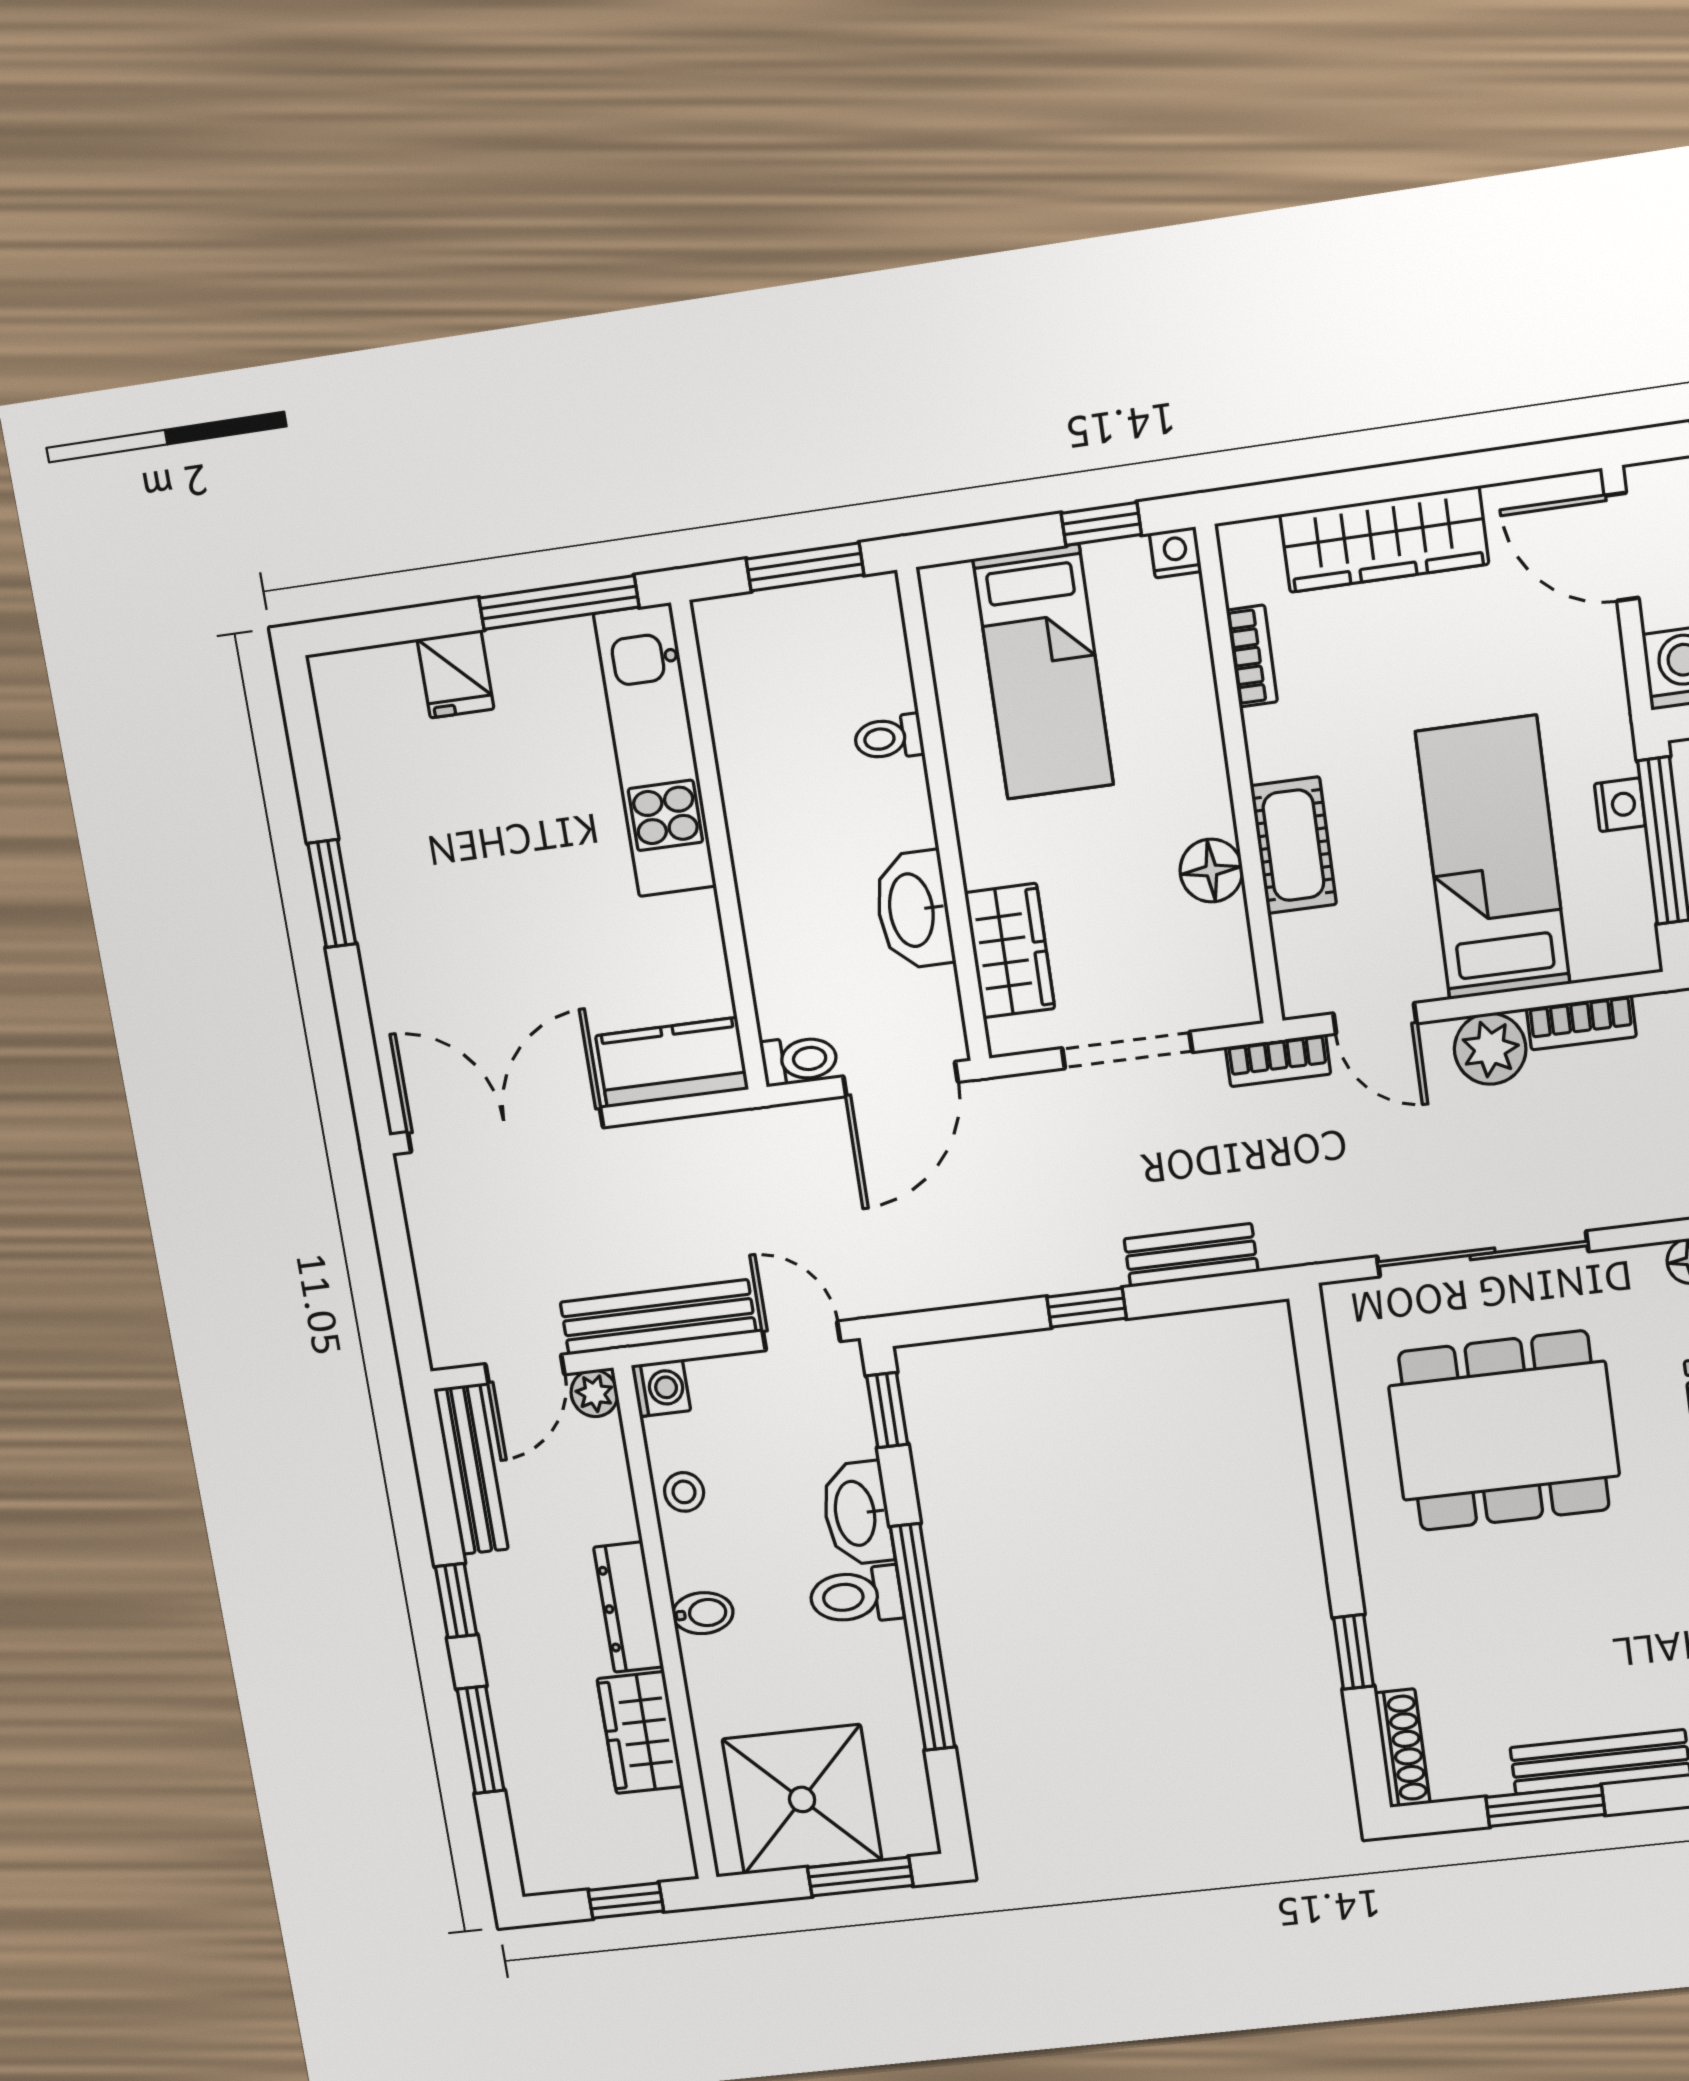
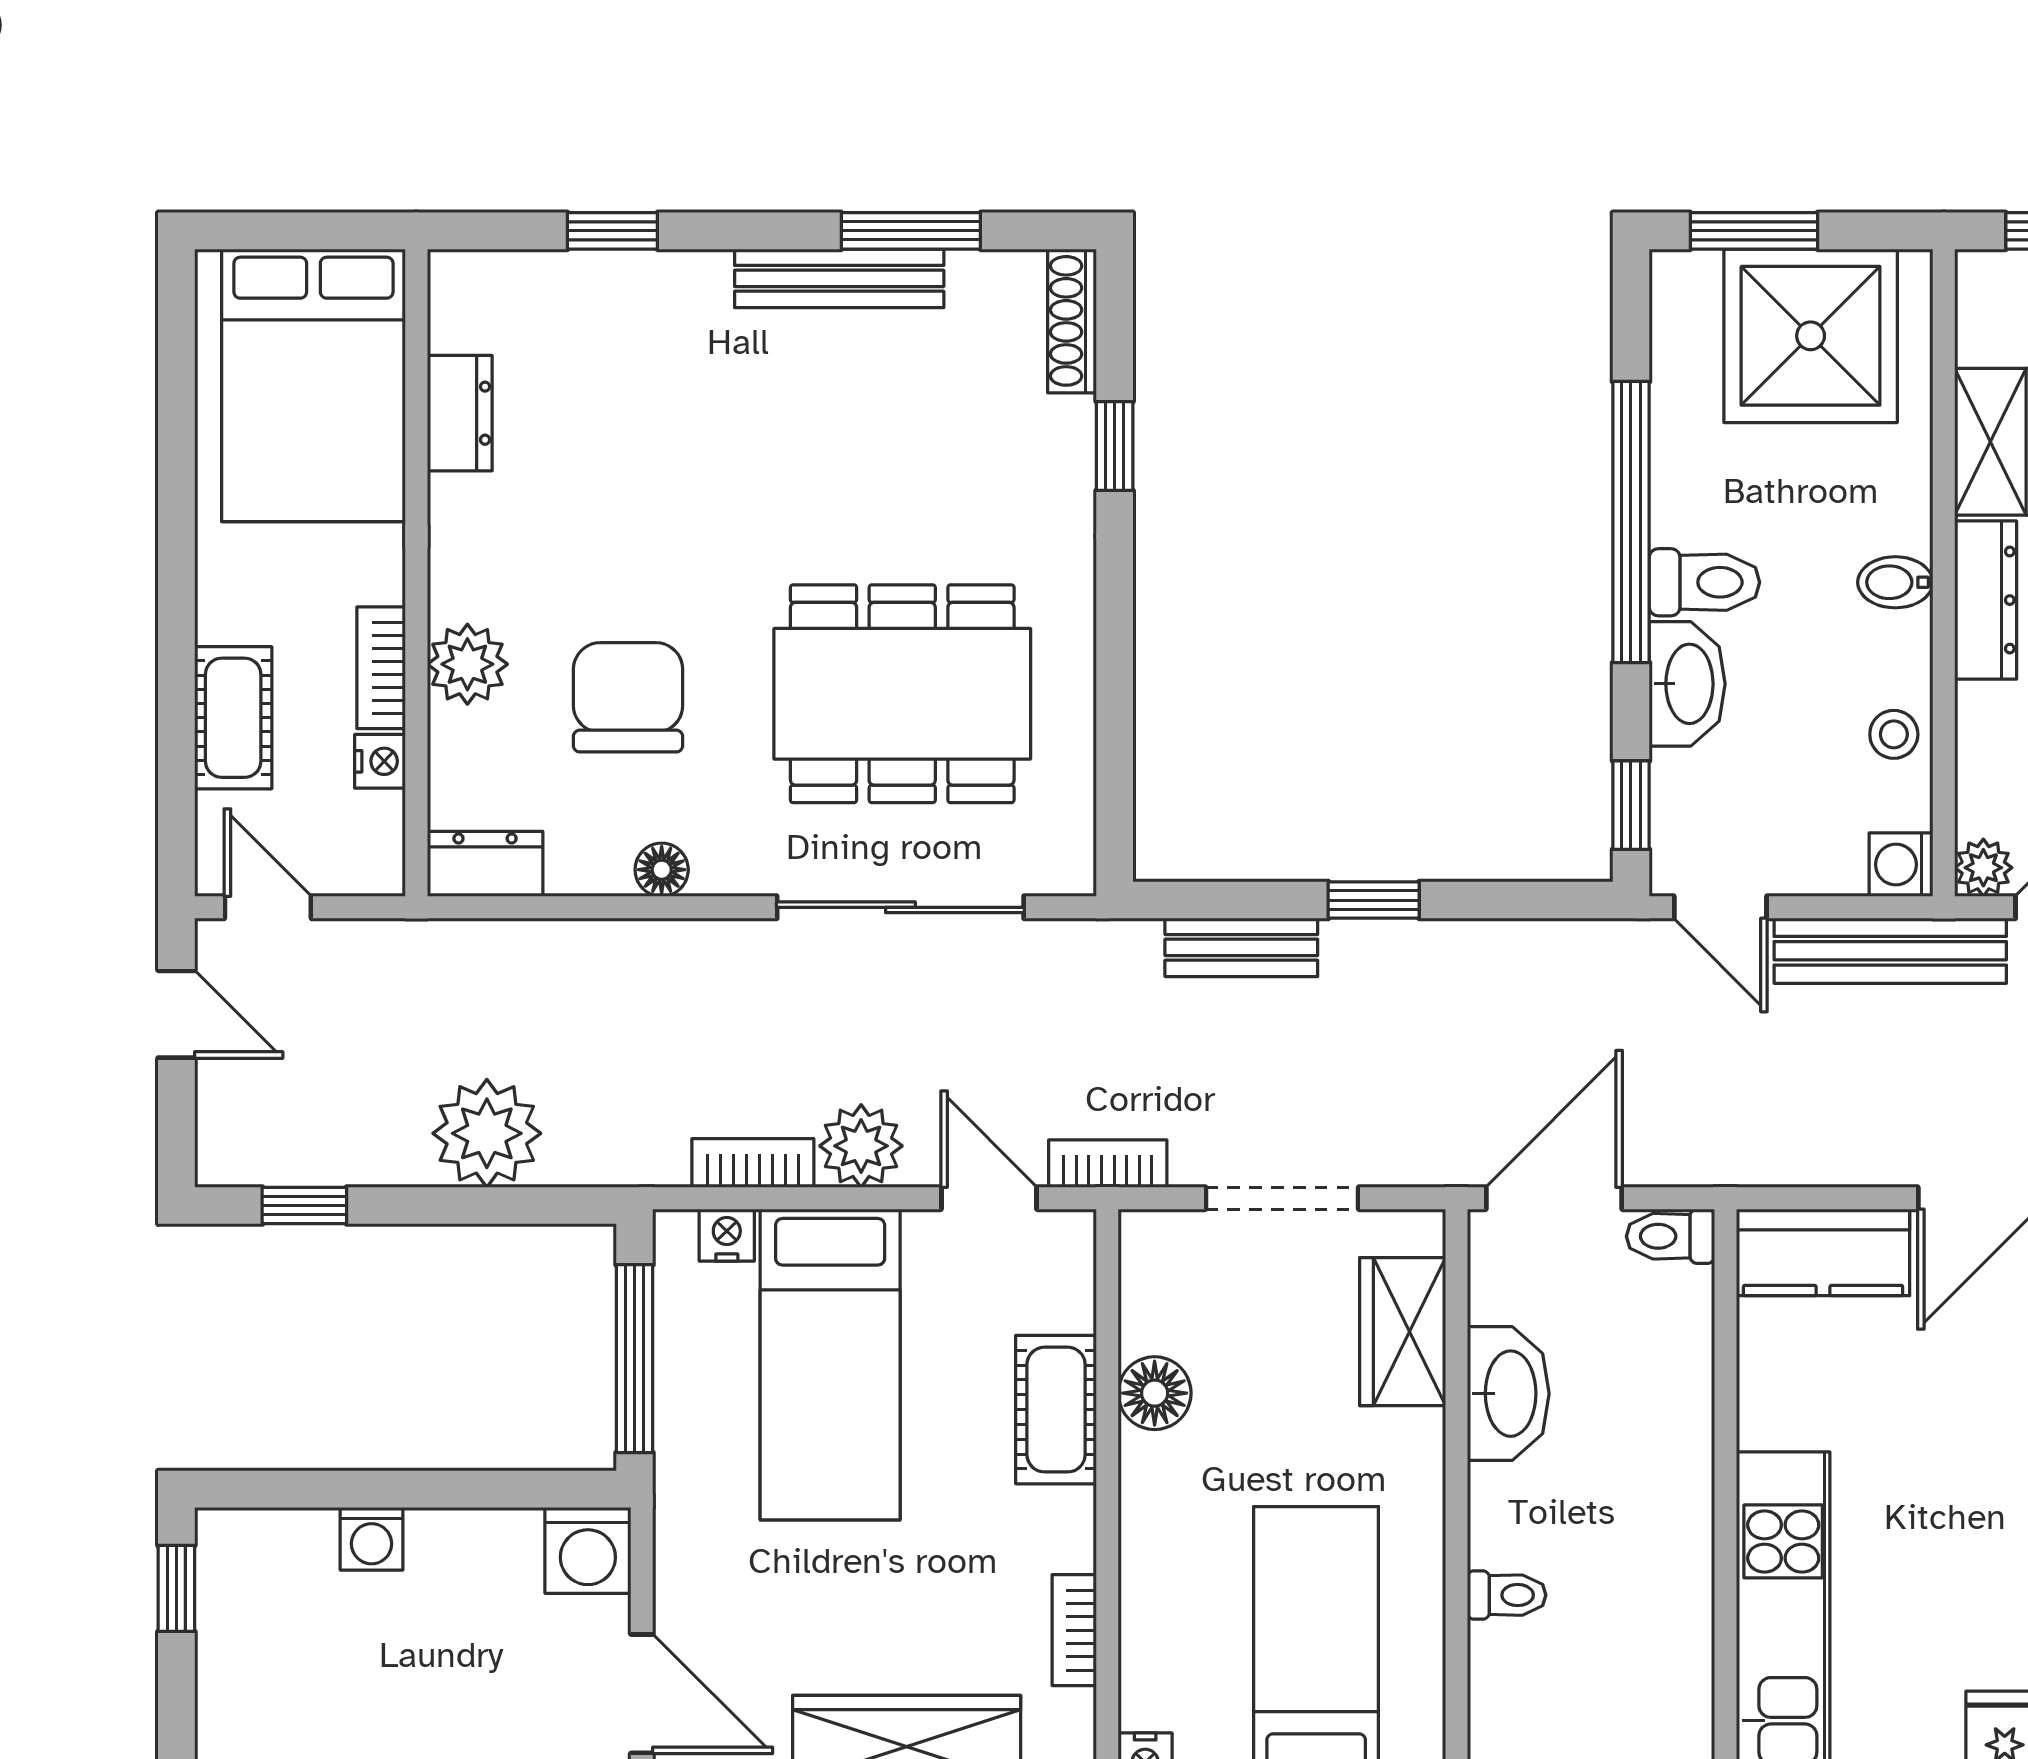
nightstand: (1620, 805) -> (727, 1235), moved, turned 90

